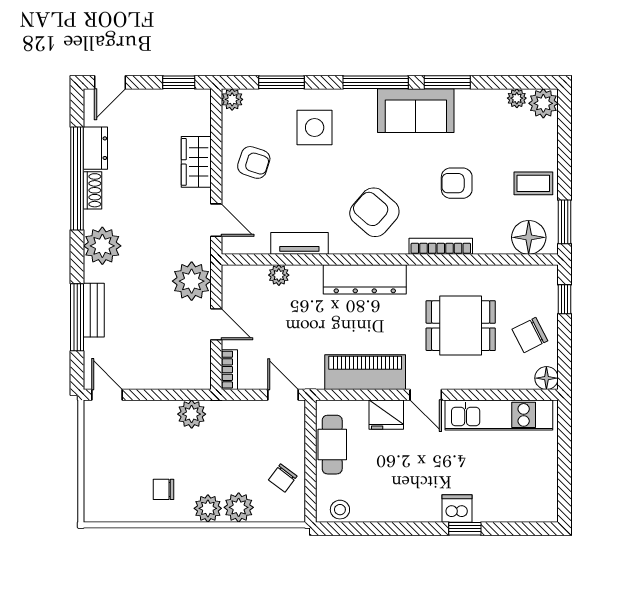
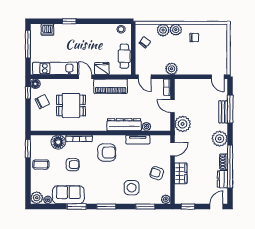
window: (376, 82) -> (106, 206), width x0.69
sofa: (416, 111) -> (68, 195), moved
armchair: (374, 212) -> (107, 153), turned -41
door: (216, 220) -> (172, 149), swing flipped
floor lamp: (529, 237) -> (58, 142), moved
dresser: (365, 279) -> (124, 125), moved
window: (564, 299) -> (28, 93), moved
plant: (192, 414) -> (172, 69), moved
window: (564, 473) -> (28, 44), added
dishwasher: (457, 508) -> (47, 30), moved

